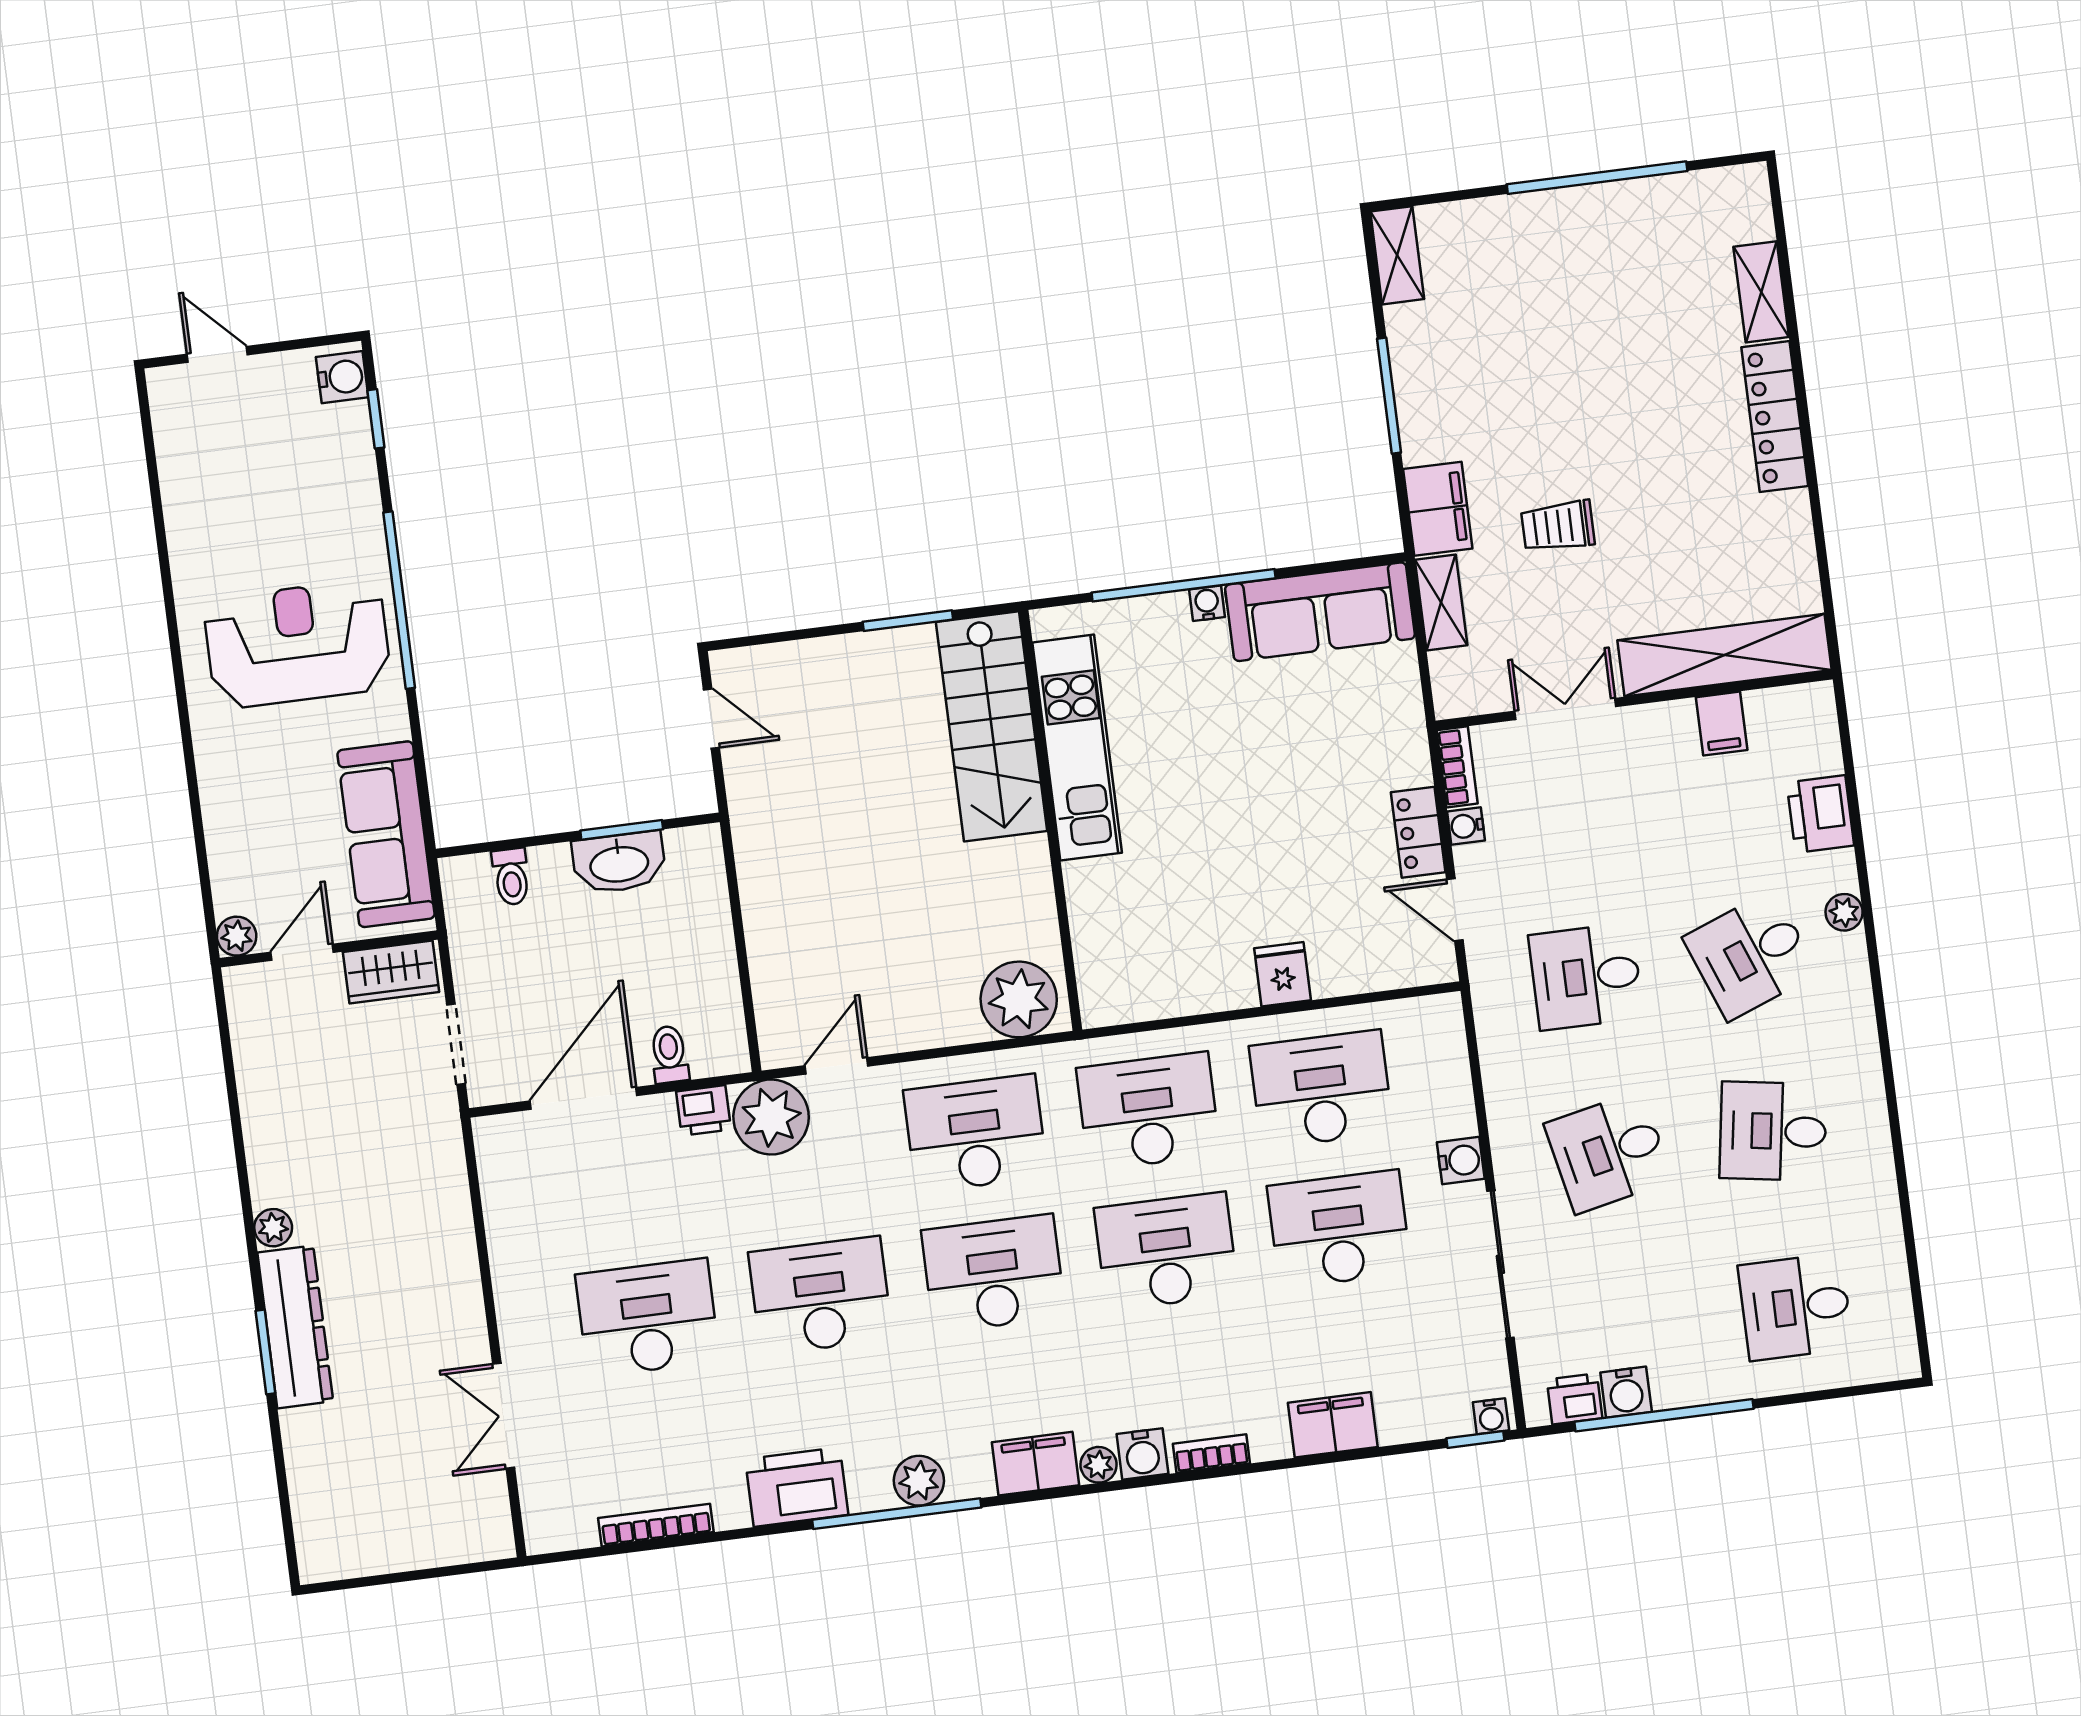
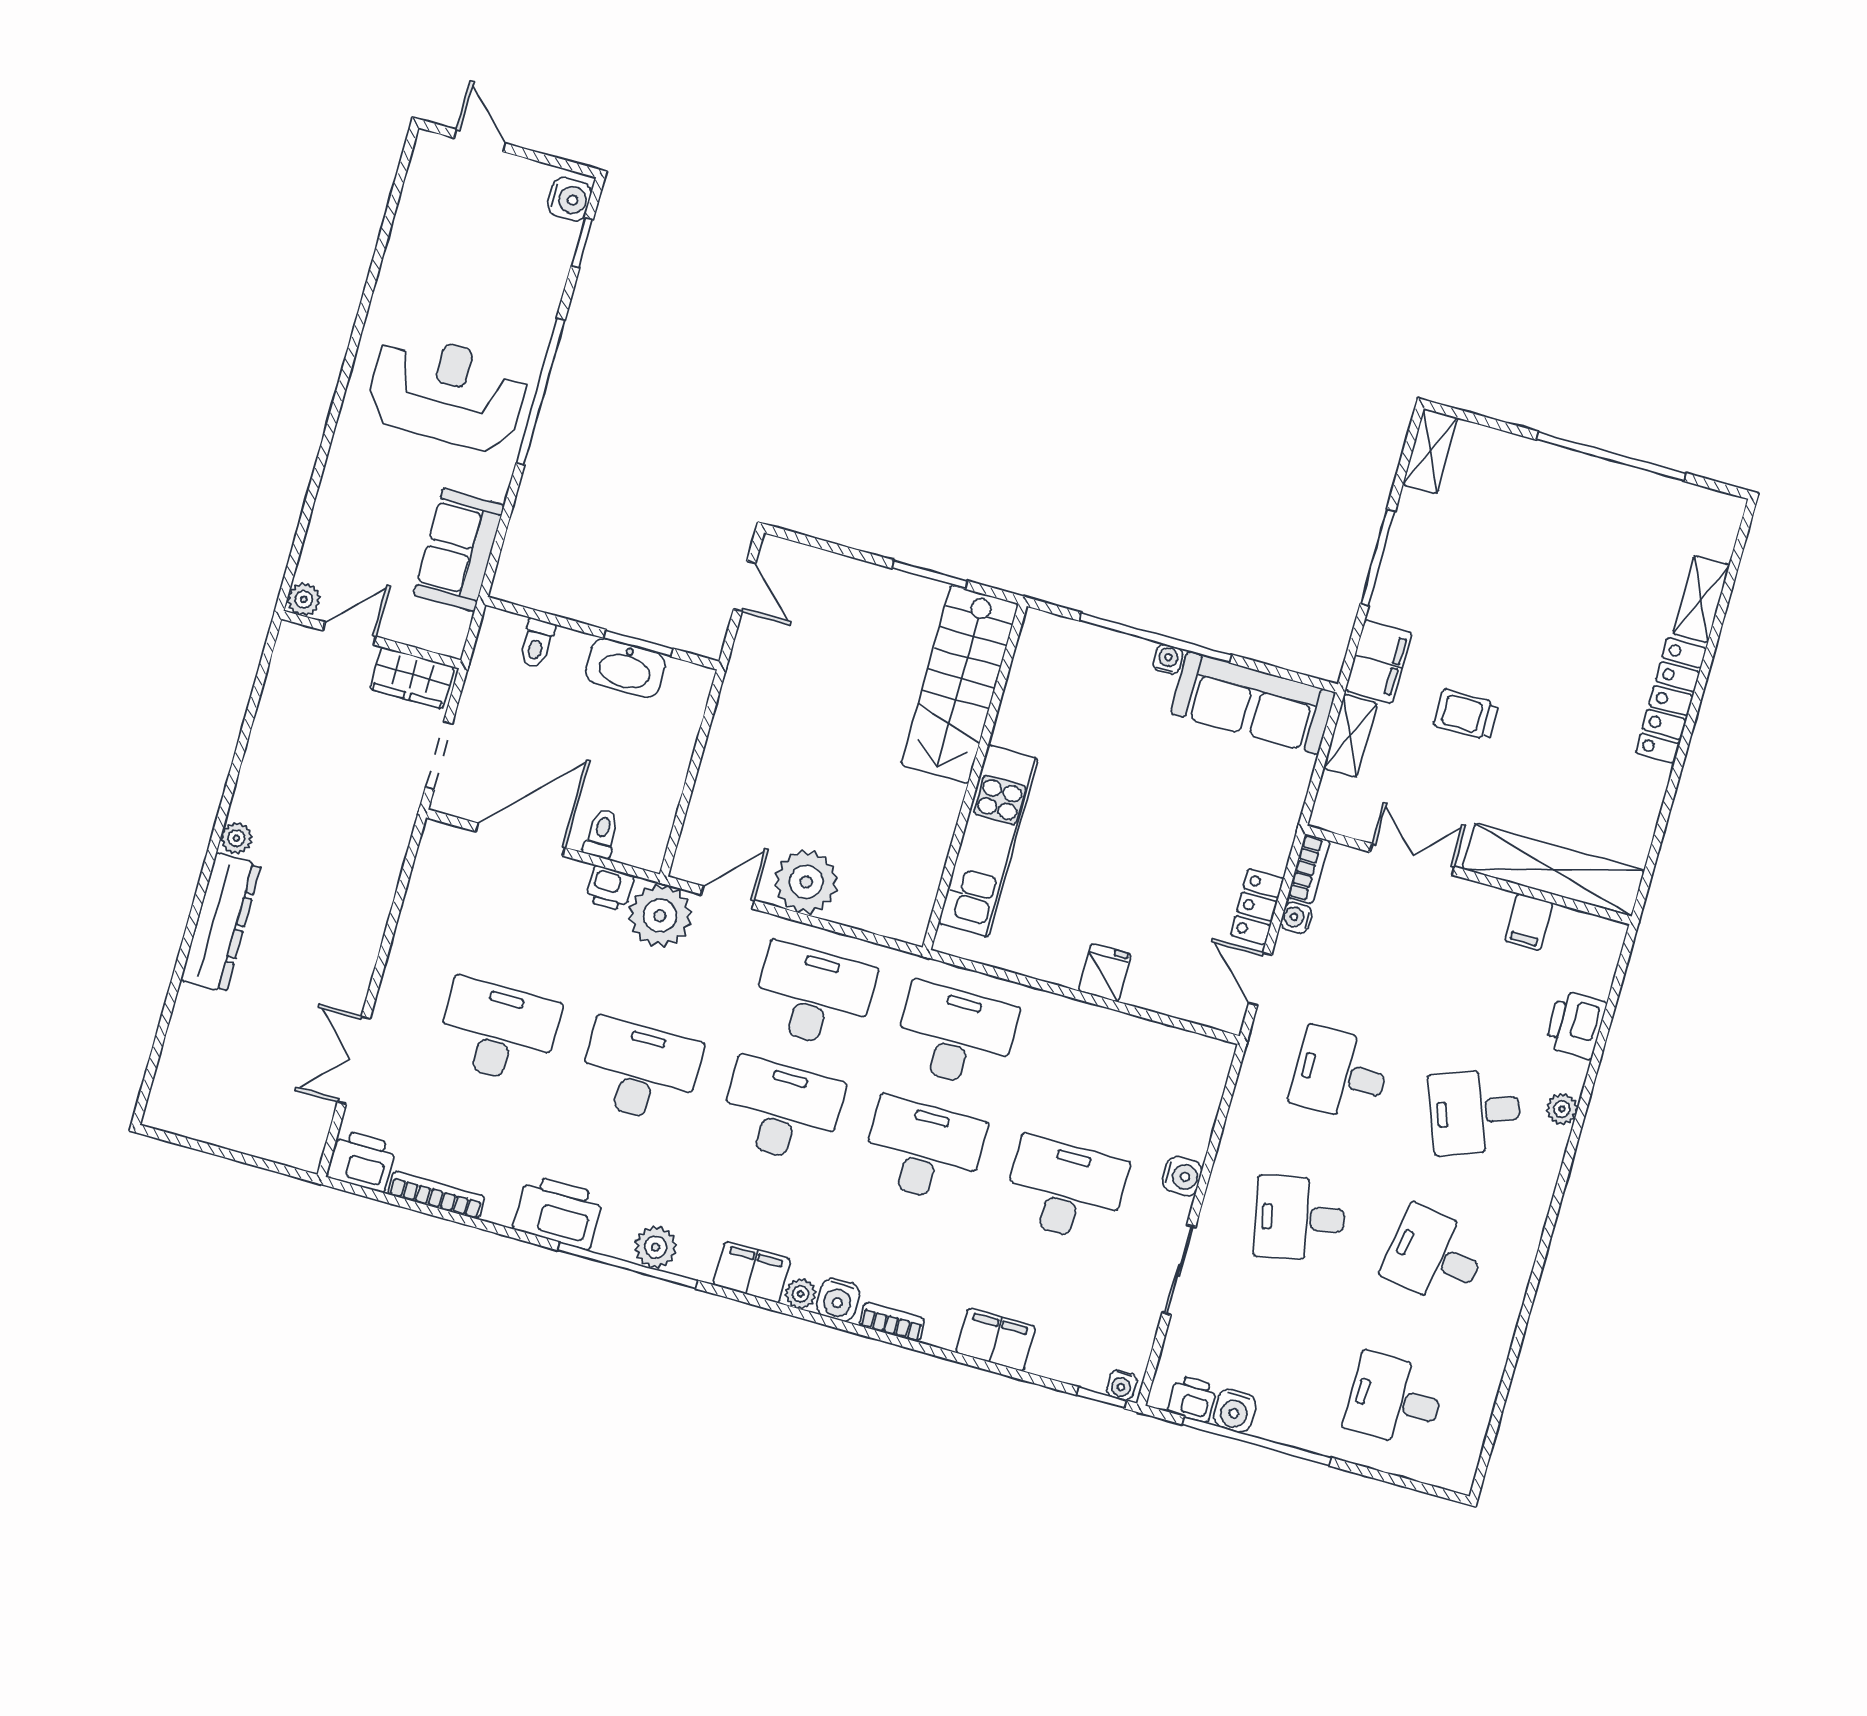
kitchen unit: (1077, 748) -> (988, 841), moved
sofa: (386, 834) -> (459, 550), width x0.73
plant: (1019, 999) -> (806, 882), moved
desk: (1321, 1089) -> (1097, 1075), removed
sliding door: (1500, 1264) -> (1179, 1270), width x0.73
window: (265, 1352) -> (189, 932), removed
printer: (559, 1522) -> (362, 1161), added

